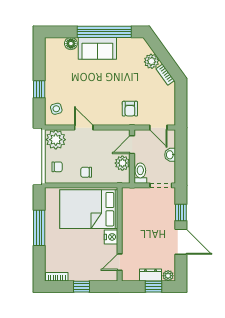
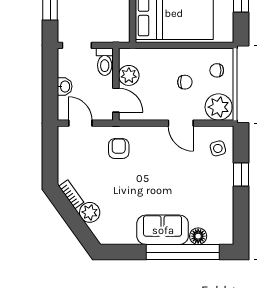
window: (104, 32) -> (183, 252), moved
door: (132, 145) -> (116, 100), hinge flipped
chair: (86, 172) -> (185, 82), moved

